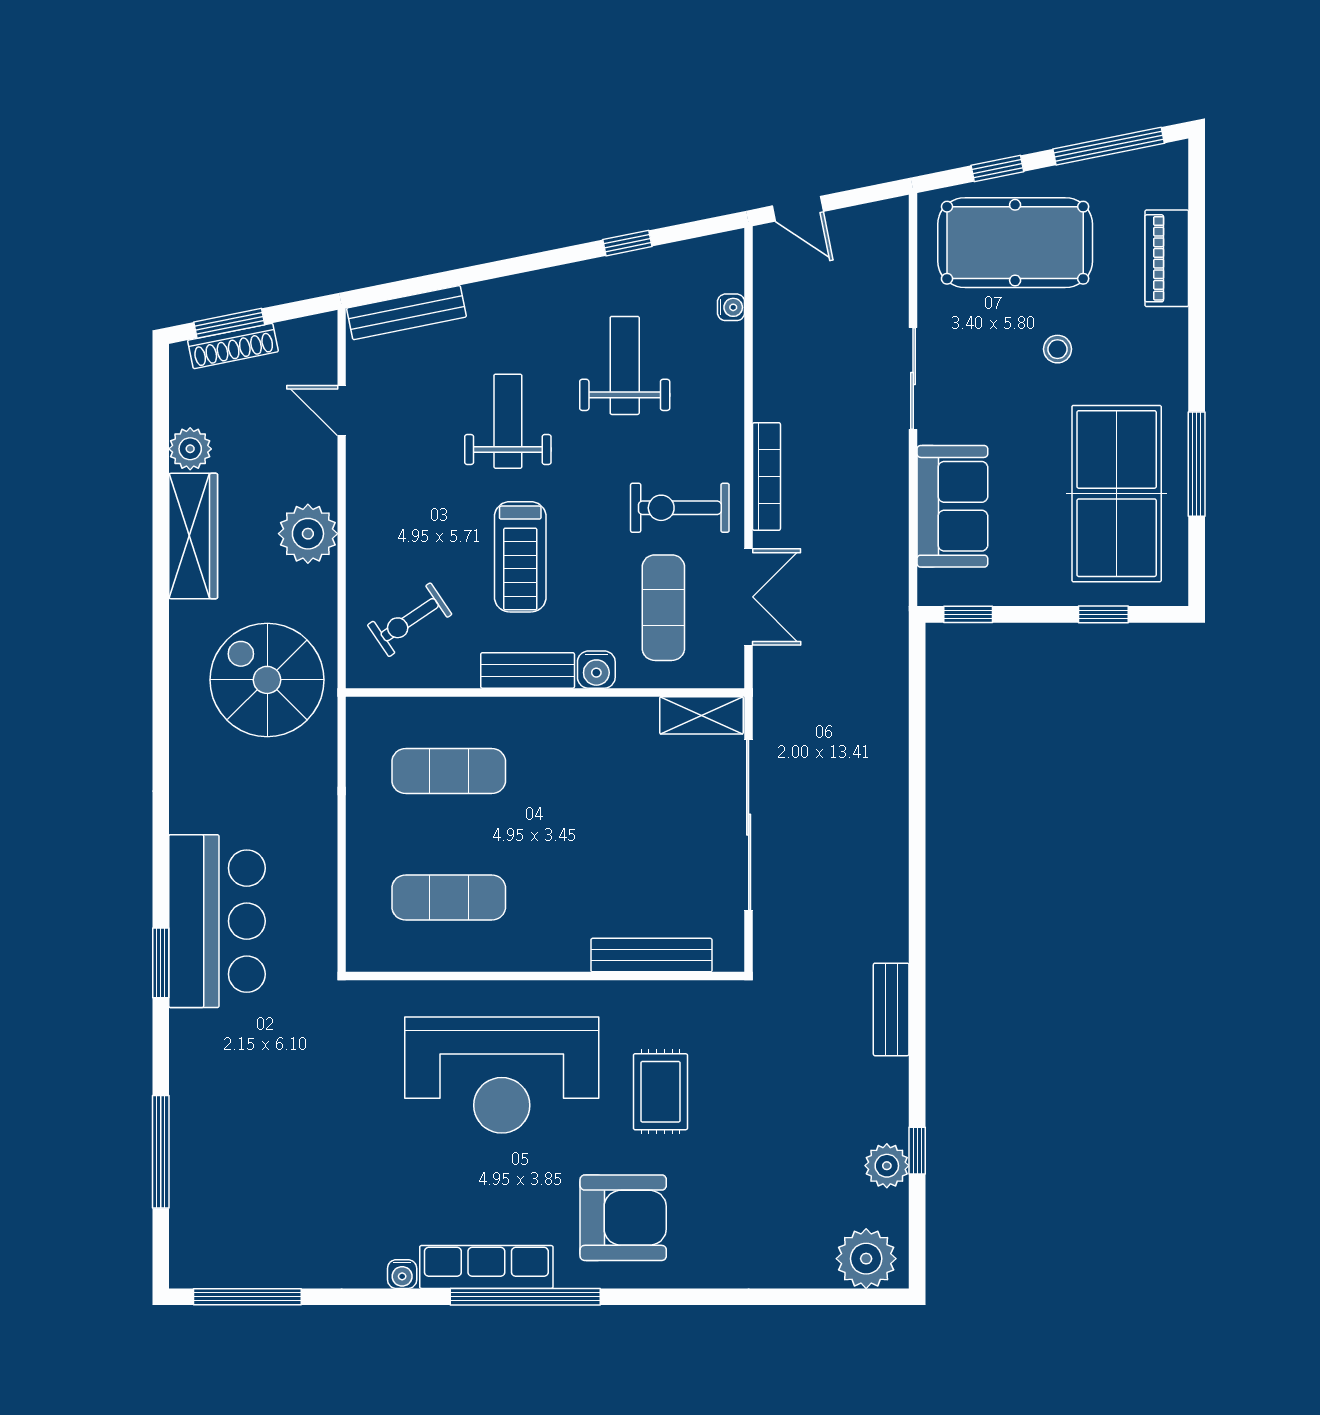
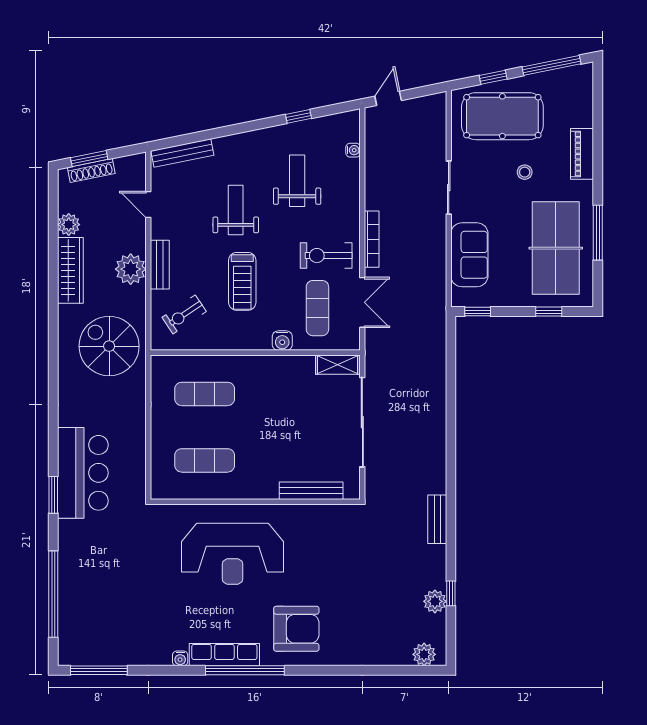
door: (798, 209) -> (388, 98), swing flipped
piano: (1167, 258) -> (582, 154), moved
bench: (528, 670) -> (160, 265), moved, turned 90
rug: (660, 1092) -> (316, 563), removed
window: (161, 1152) -> (53, 594), width x1.46
plant: (866, 1259) -> (424, 654), width x0.73, depth x0.73

